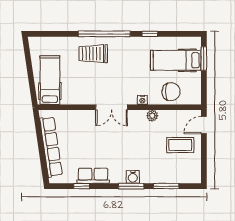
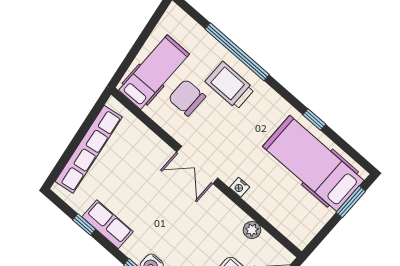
window: (104, 34) -> (237, 52), moved
hospital bed: (176, 60) -> (313, 163), width x1.37, depth x1.29
chair: (171, 92) -> (187, 98), moved, turned 180
plant: (152, 116) -> (252, 230), moved

